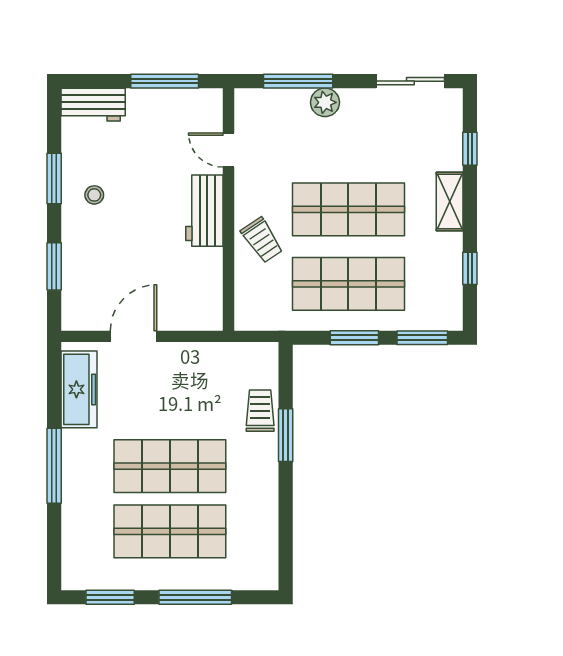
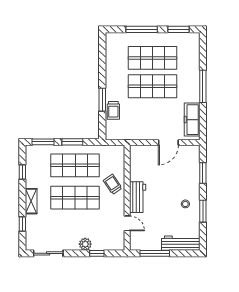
window: (298, 81) -> (97, 253), width x0.46
workbench: (93, 105) -> (181, 243), width x1.38

